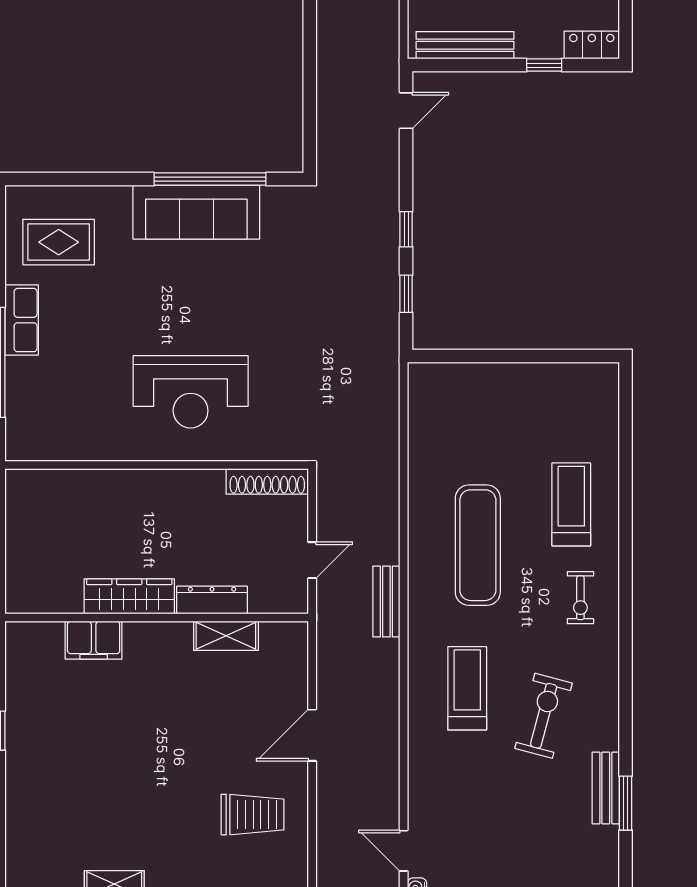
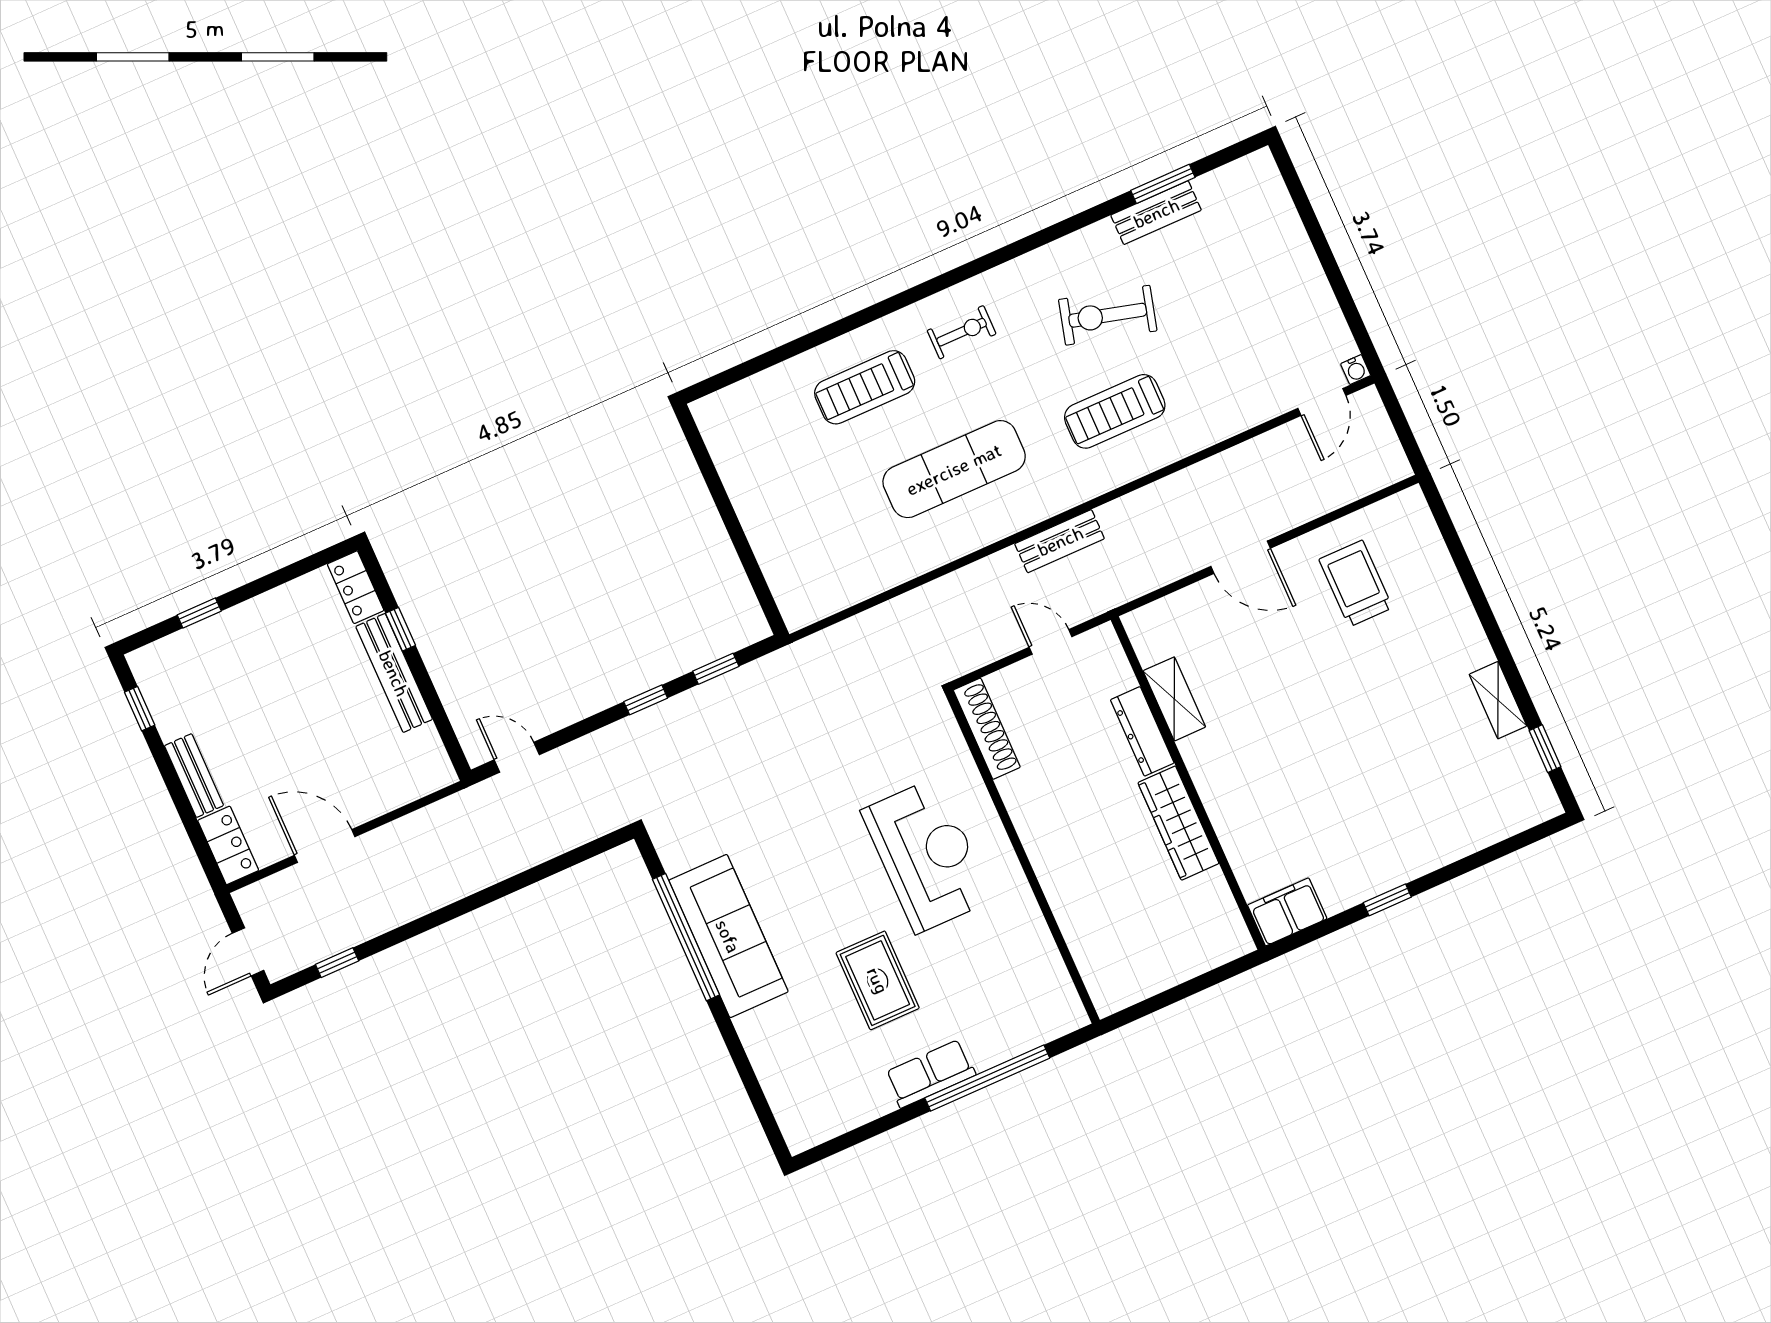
bench: (465, 45) -> (394, 673), moved
rug: (59, 242) -> (878, 980), moved
filing cabinet: (94, 640) -> (1287, 912), moved, turned -90

